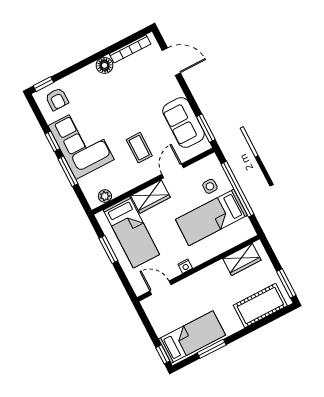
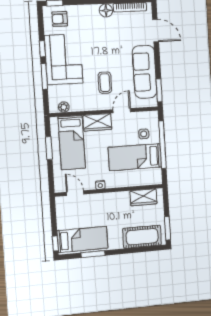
armchair: (57, 99) -> (60, 19), turned 90
sofa: (183, 122) -> (145, 72), width x1.36

